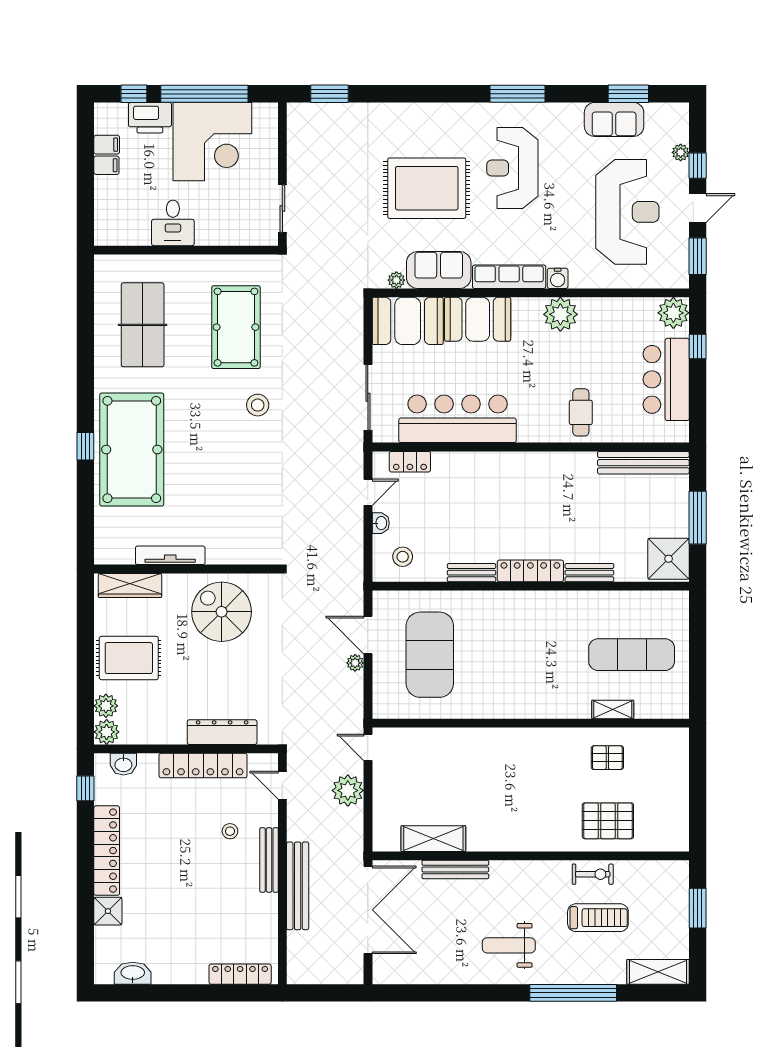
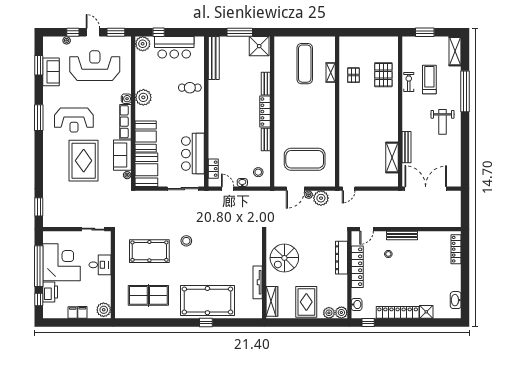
filing cabinet: (107, 145) -> (82, 312), moved
desk: (173, 223) -> (100, 265), moved
plant: (112, 231) -> (104, 310), added
bar counter: (458, 419) -> (193, 154), width x0.73
plant: (348, 790) -> (321, 198), moved
bench: (298, 886) -> (414, 222), removed

